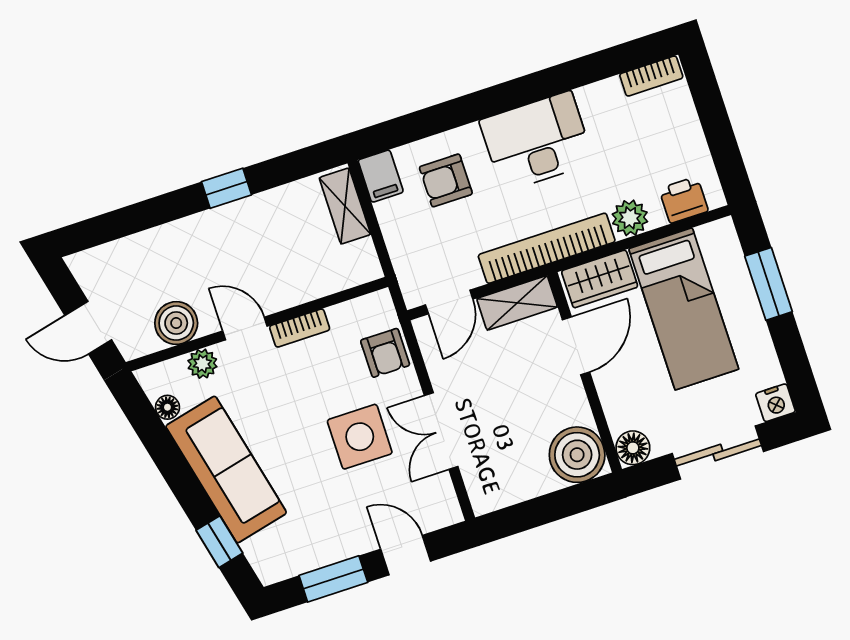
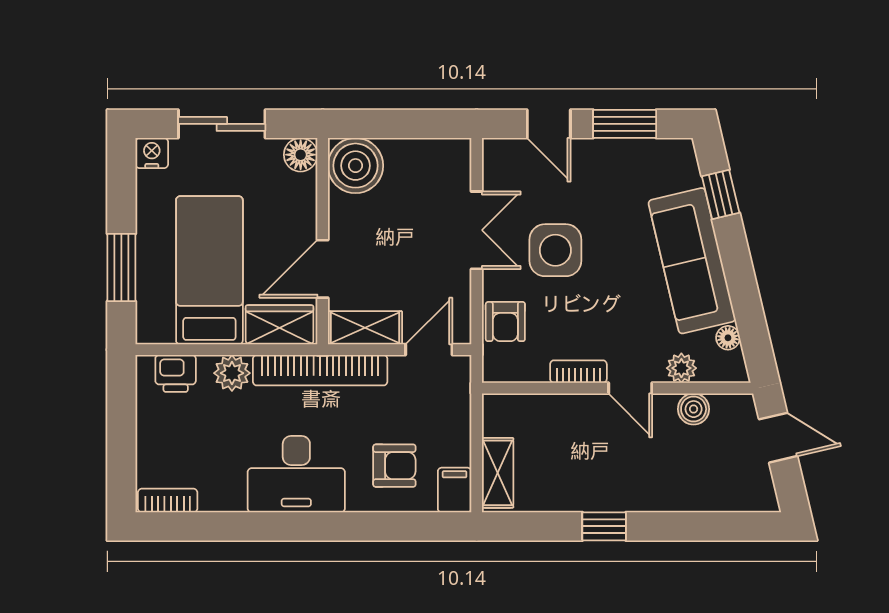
boiler: (176, 323) -> (694, 409), width x0.73, depth x0.73
armchair: (385, 353) -> (505, 322), turned 180

